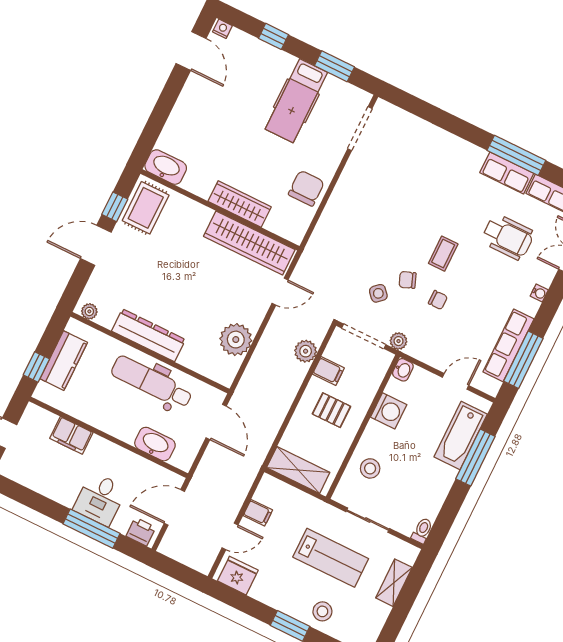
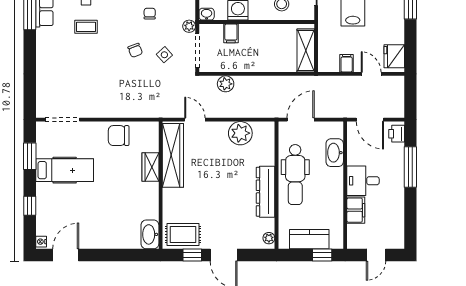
wardrobe: (240, 204) -> (150, 167), width x0.67
coffee table: (443, 254) -> (86, 27), moved
chair: (408, 280) -> (135, 50), moved
filing cabinet: (328, 371) -> (231, 33), moved, turned 180
pallet: (331, 410) -> (256, 48), removed
desk: (100, 499) -> (363, 181), moved, turned 180

